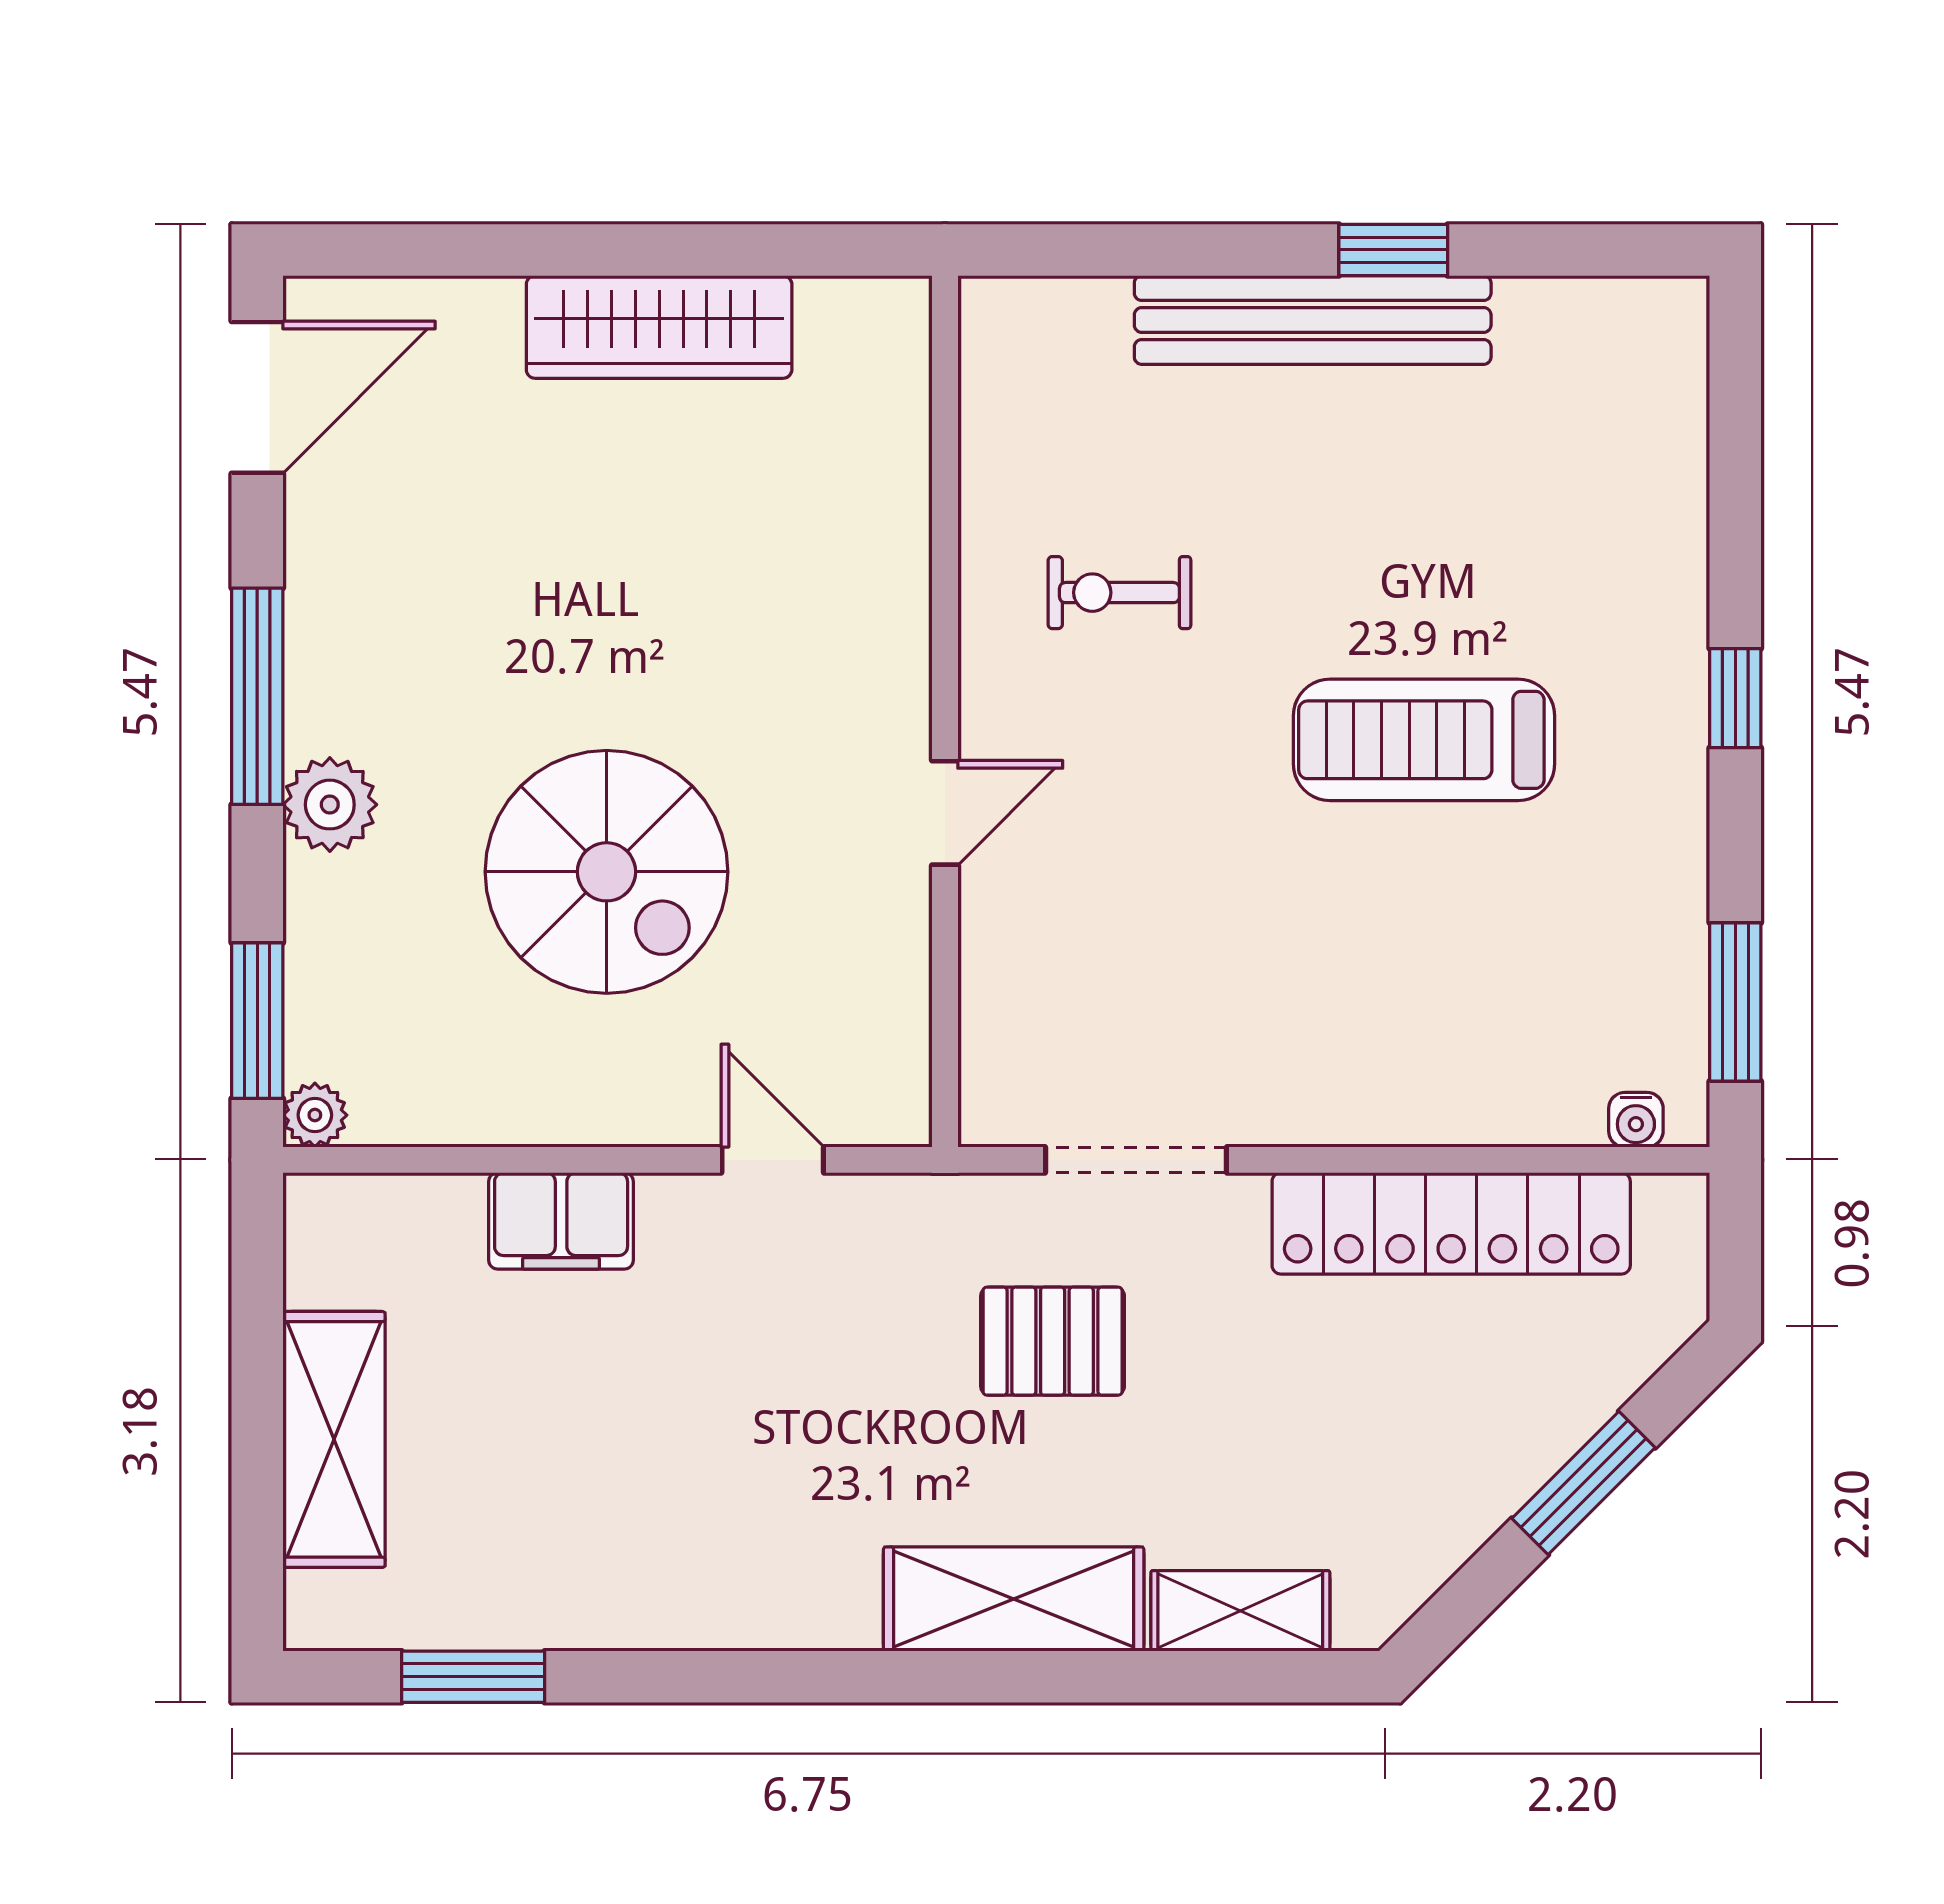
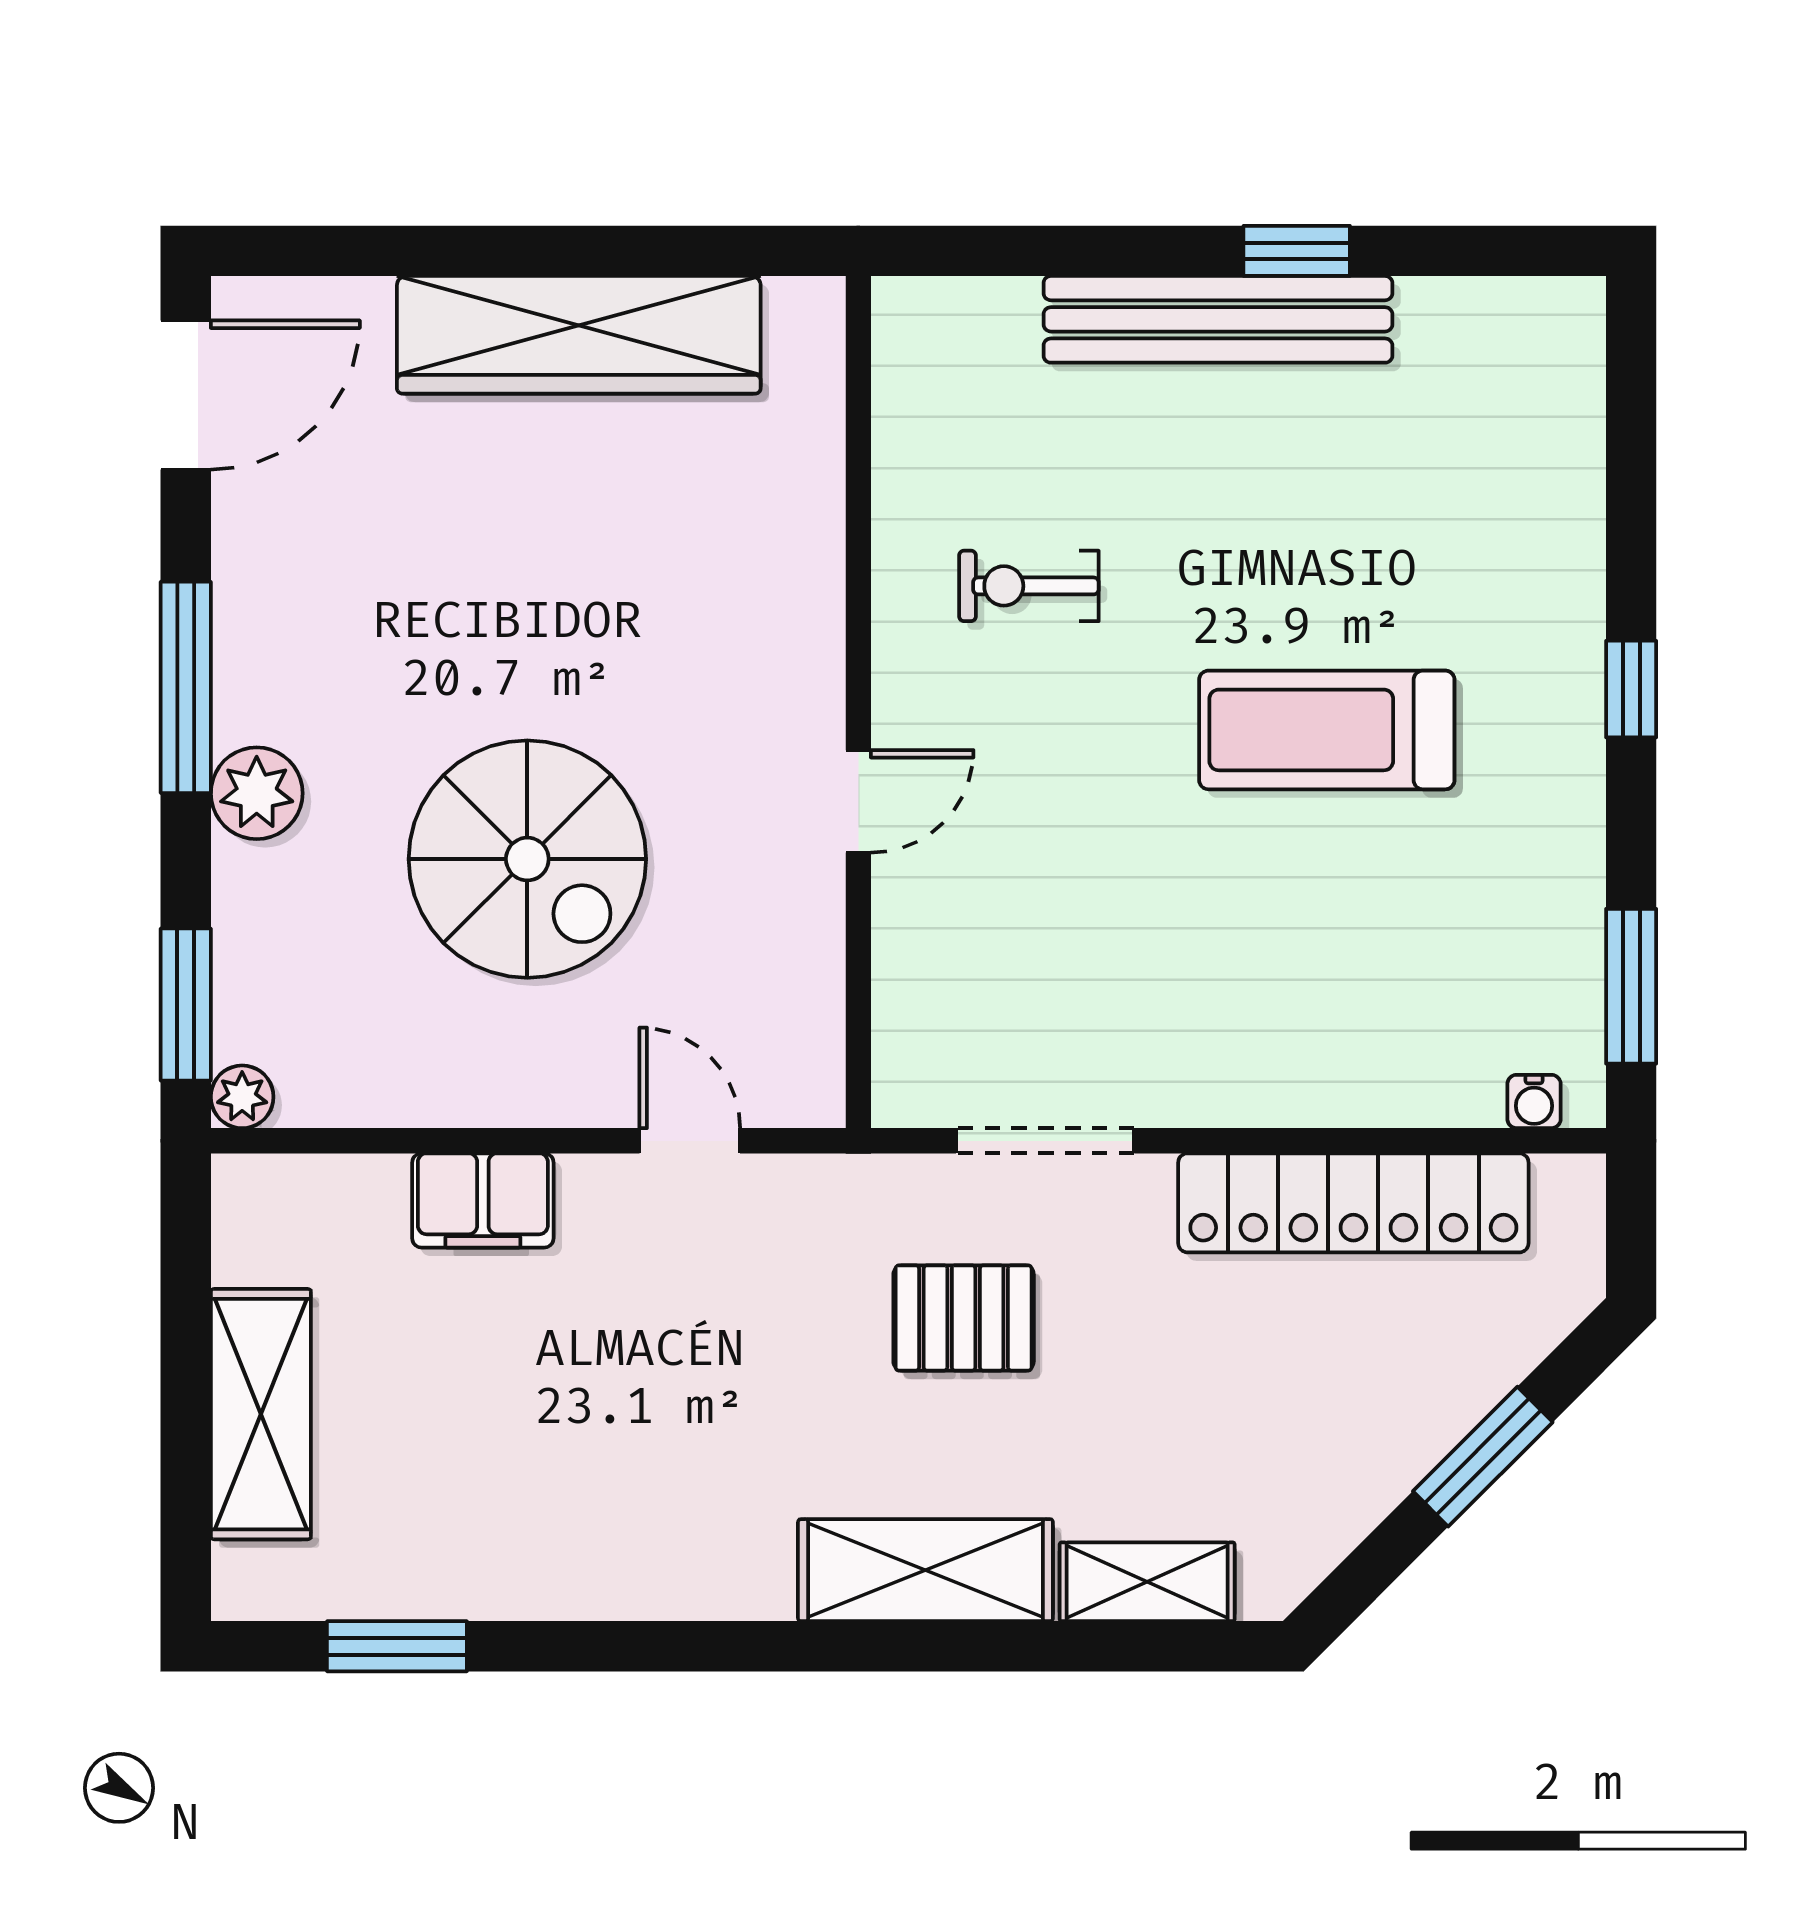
wardrobe: (659, 327) -> (579, 335), width x1.40, depth x1.17

